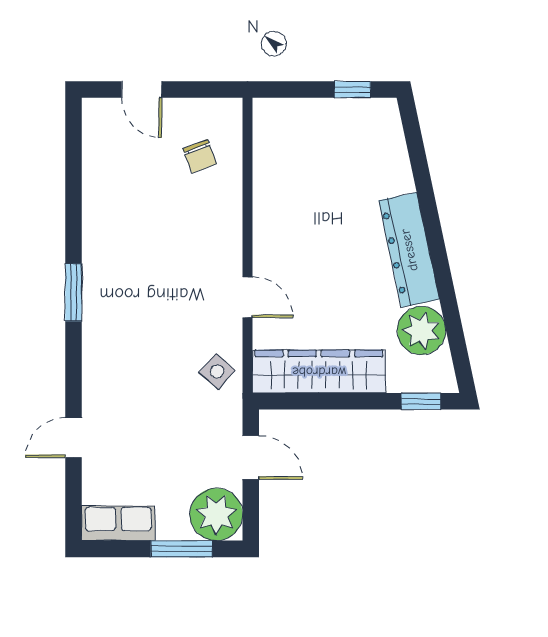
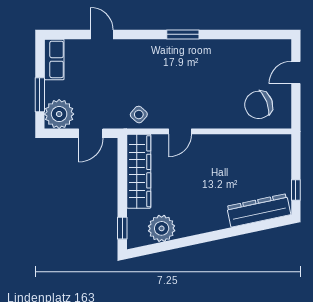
chair: (200, 156) -> (259, 105), width x1.87, depth x1.87
dresser: (409, 250) -> (259, 210), moved

